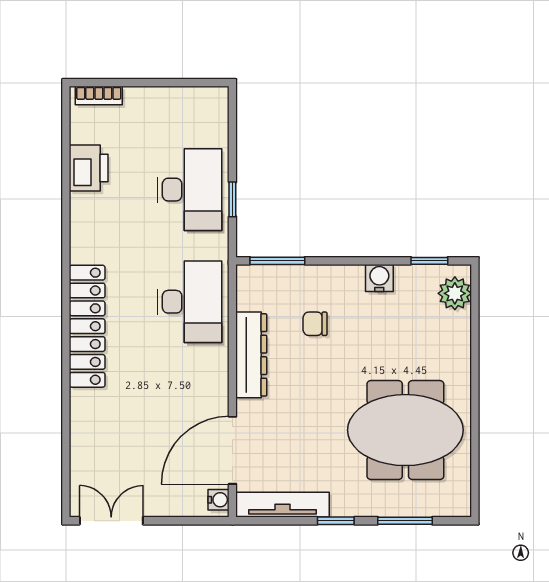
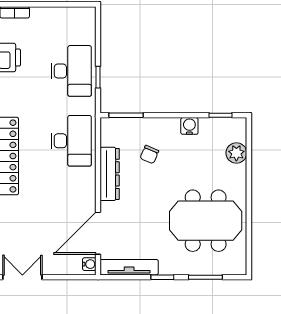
plant: (455, 293) -> (236, 153), moved
chair: (315, 324) -> (149, 155), turned -67

